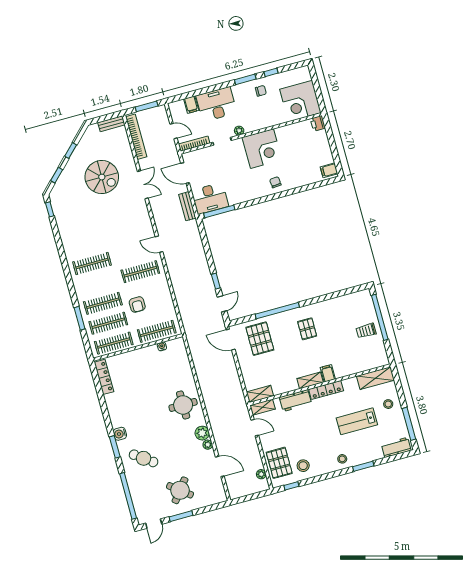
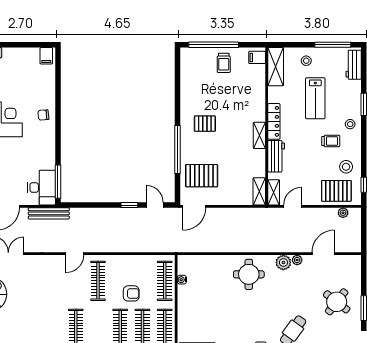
bench: (187, 206) -> (49, 213), width x1.36
filing cabinet: (328, 373) -> (257, 57), moved
trolley: (322, 446) -> (331, 141), added

